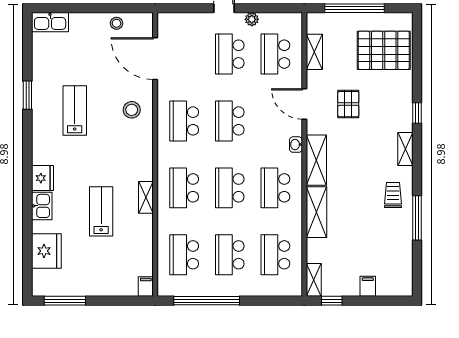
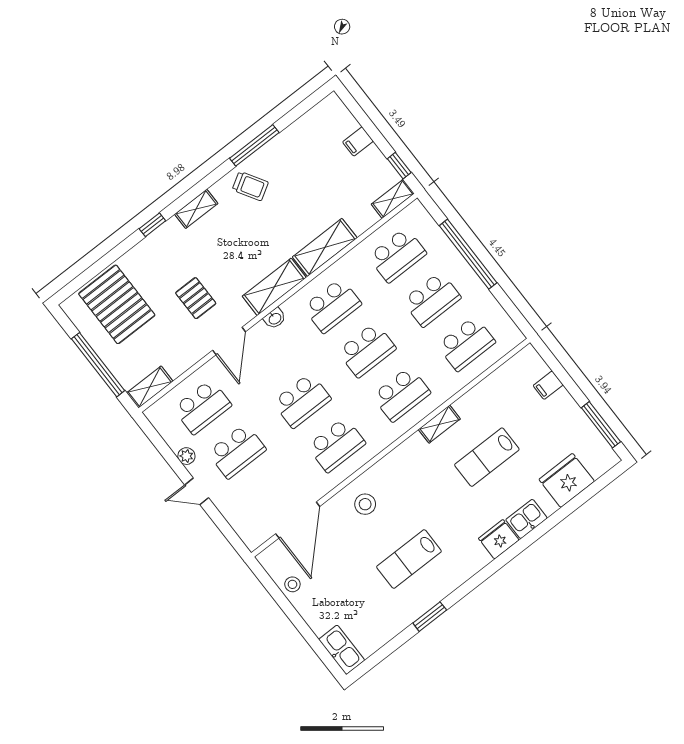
shelving: (314, 52) -> (150, 387), moved
pallet: (348, 104) -> (196, 298), turned 90
trolley: (393, 195) -> (250, 186), turned -121
filing cabinet: (146, 287) -> (548, 385), moved
window: (207, 301) -> (468, 254), moved

